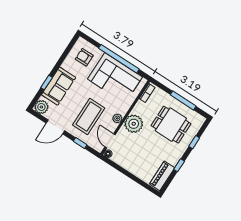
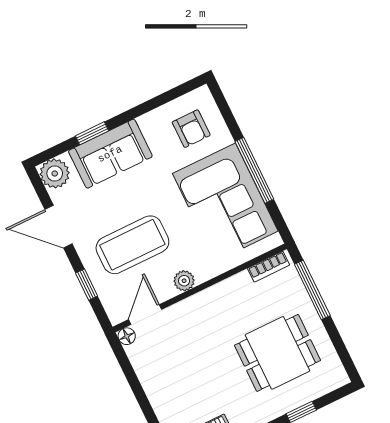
armchair: (84, 57) -> (191, 129), turned 180
window: (119, 59) -> (254, 170), width x0.68
window: (183, 100) -> (312, 290), moved
plant: (134, 124) -> (209, 309), removed
dining table: (171, 125) -> (277, 353), turned 90

